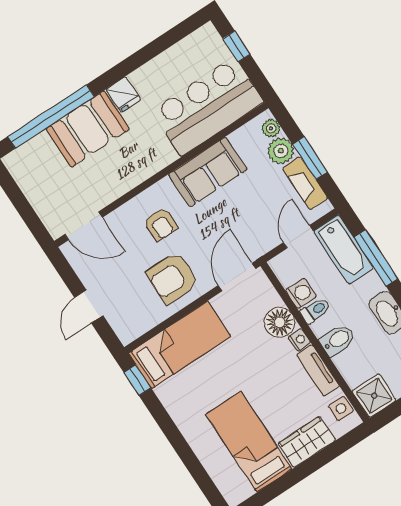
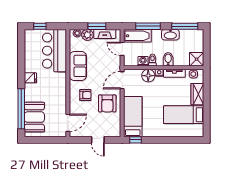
booth: (88, 129) -> (34, 117), moved
door: (237, 277) -> (122, 80), hinge flipped

